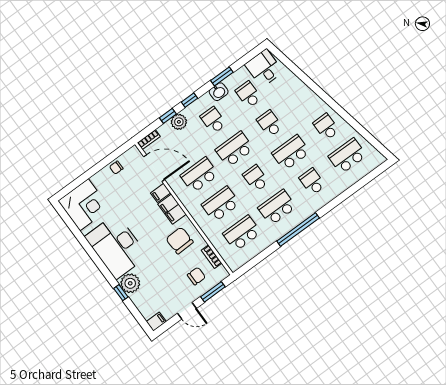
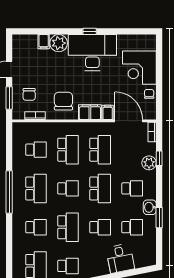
desk: (264, 68) -> (120, 258), moved, turned 79
window: (189, 100) -> (159, 182), removed
door: (154, 168) -> (129, 121), swing flipped
corner desk: (84, 205) -> (139, 68), moved
school desk: (242, 233) -> (36, 150), width x0.54
chair: (180, 240) -> (63, 101), turned -88
window: (121, 293) -> (90, 31), moved
filing cabinet: (156, 322) -> (44, 42), moved

